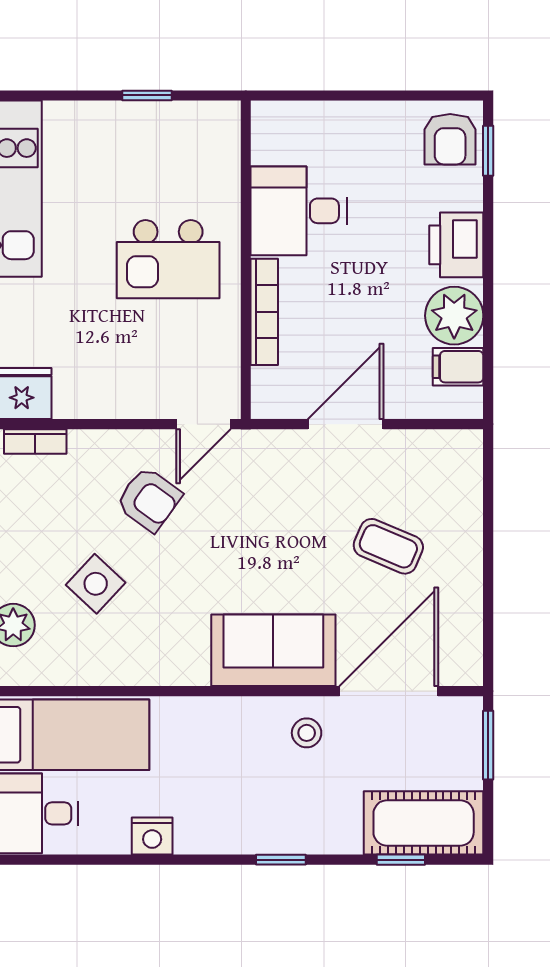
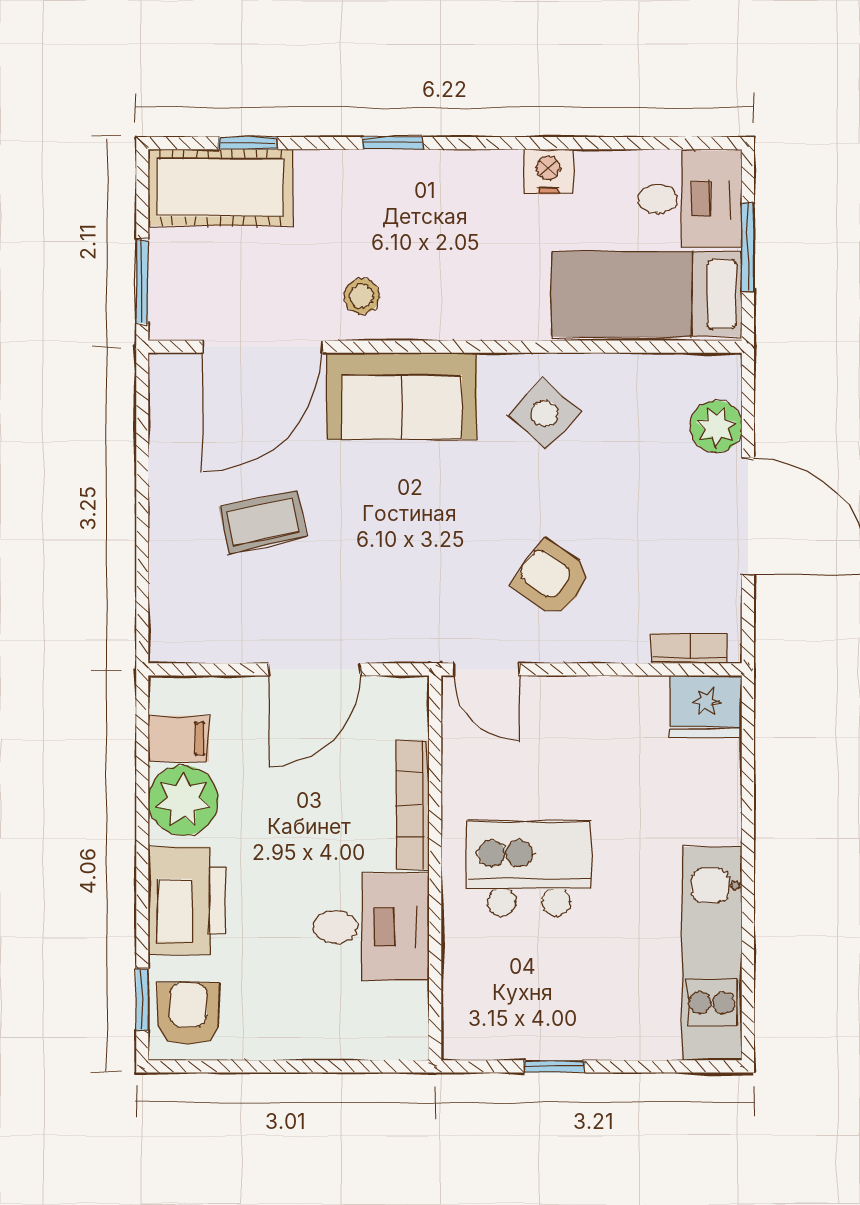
printer: (456, 245) -> (187, 901), width x1.37, depth x1.19
door: (203, 424) -> (486, 669), swing flipped
coffee table: (388, 546) -> (263, 522), turned -35
side table: (96, 584) -> (544, 413), moved

